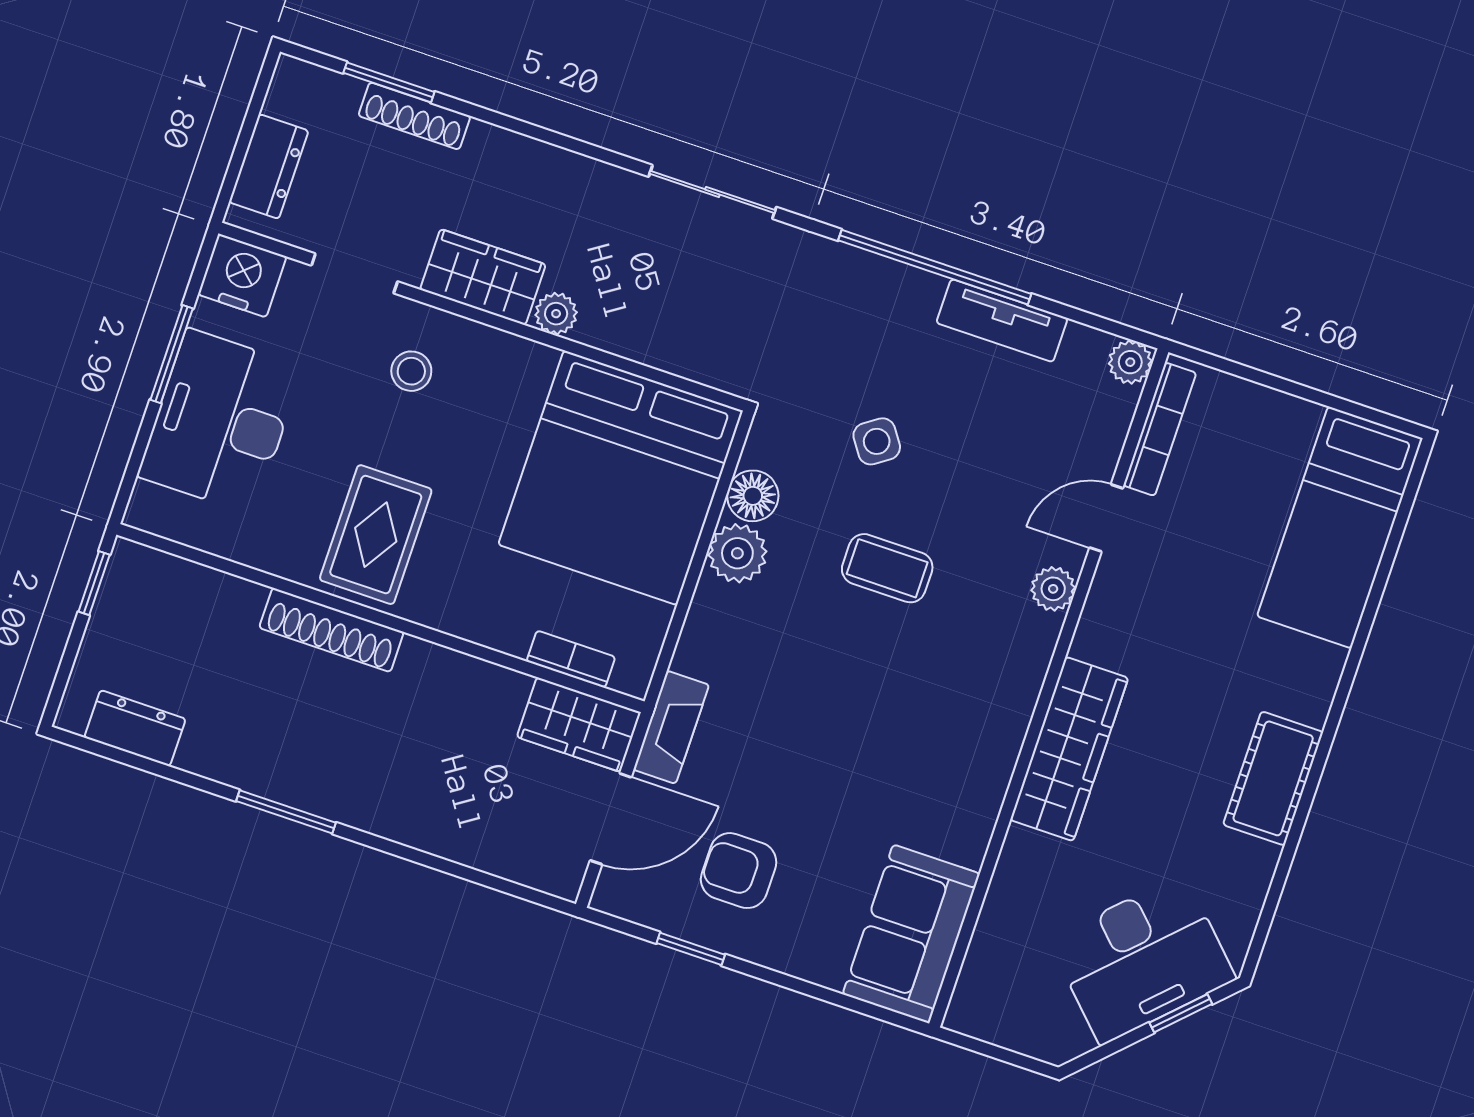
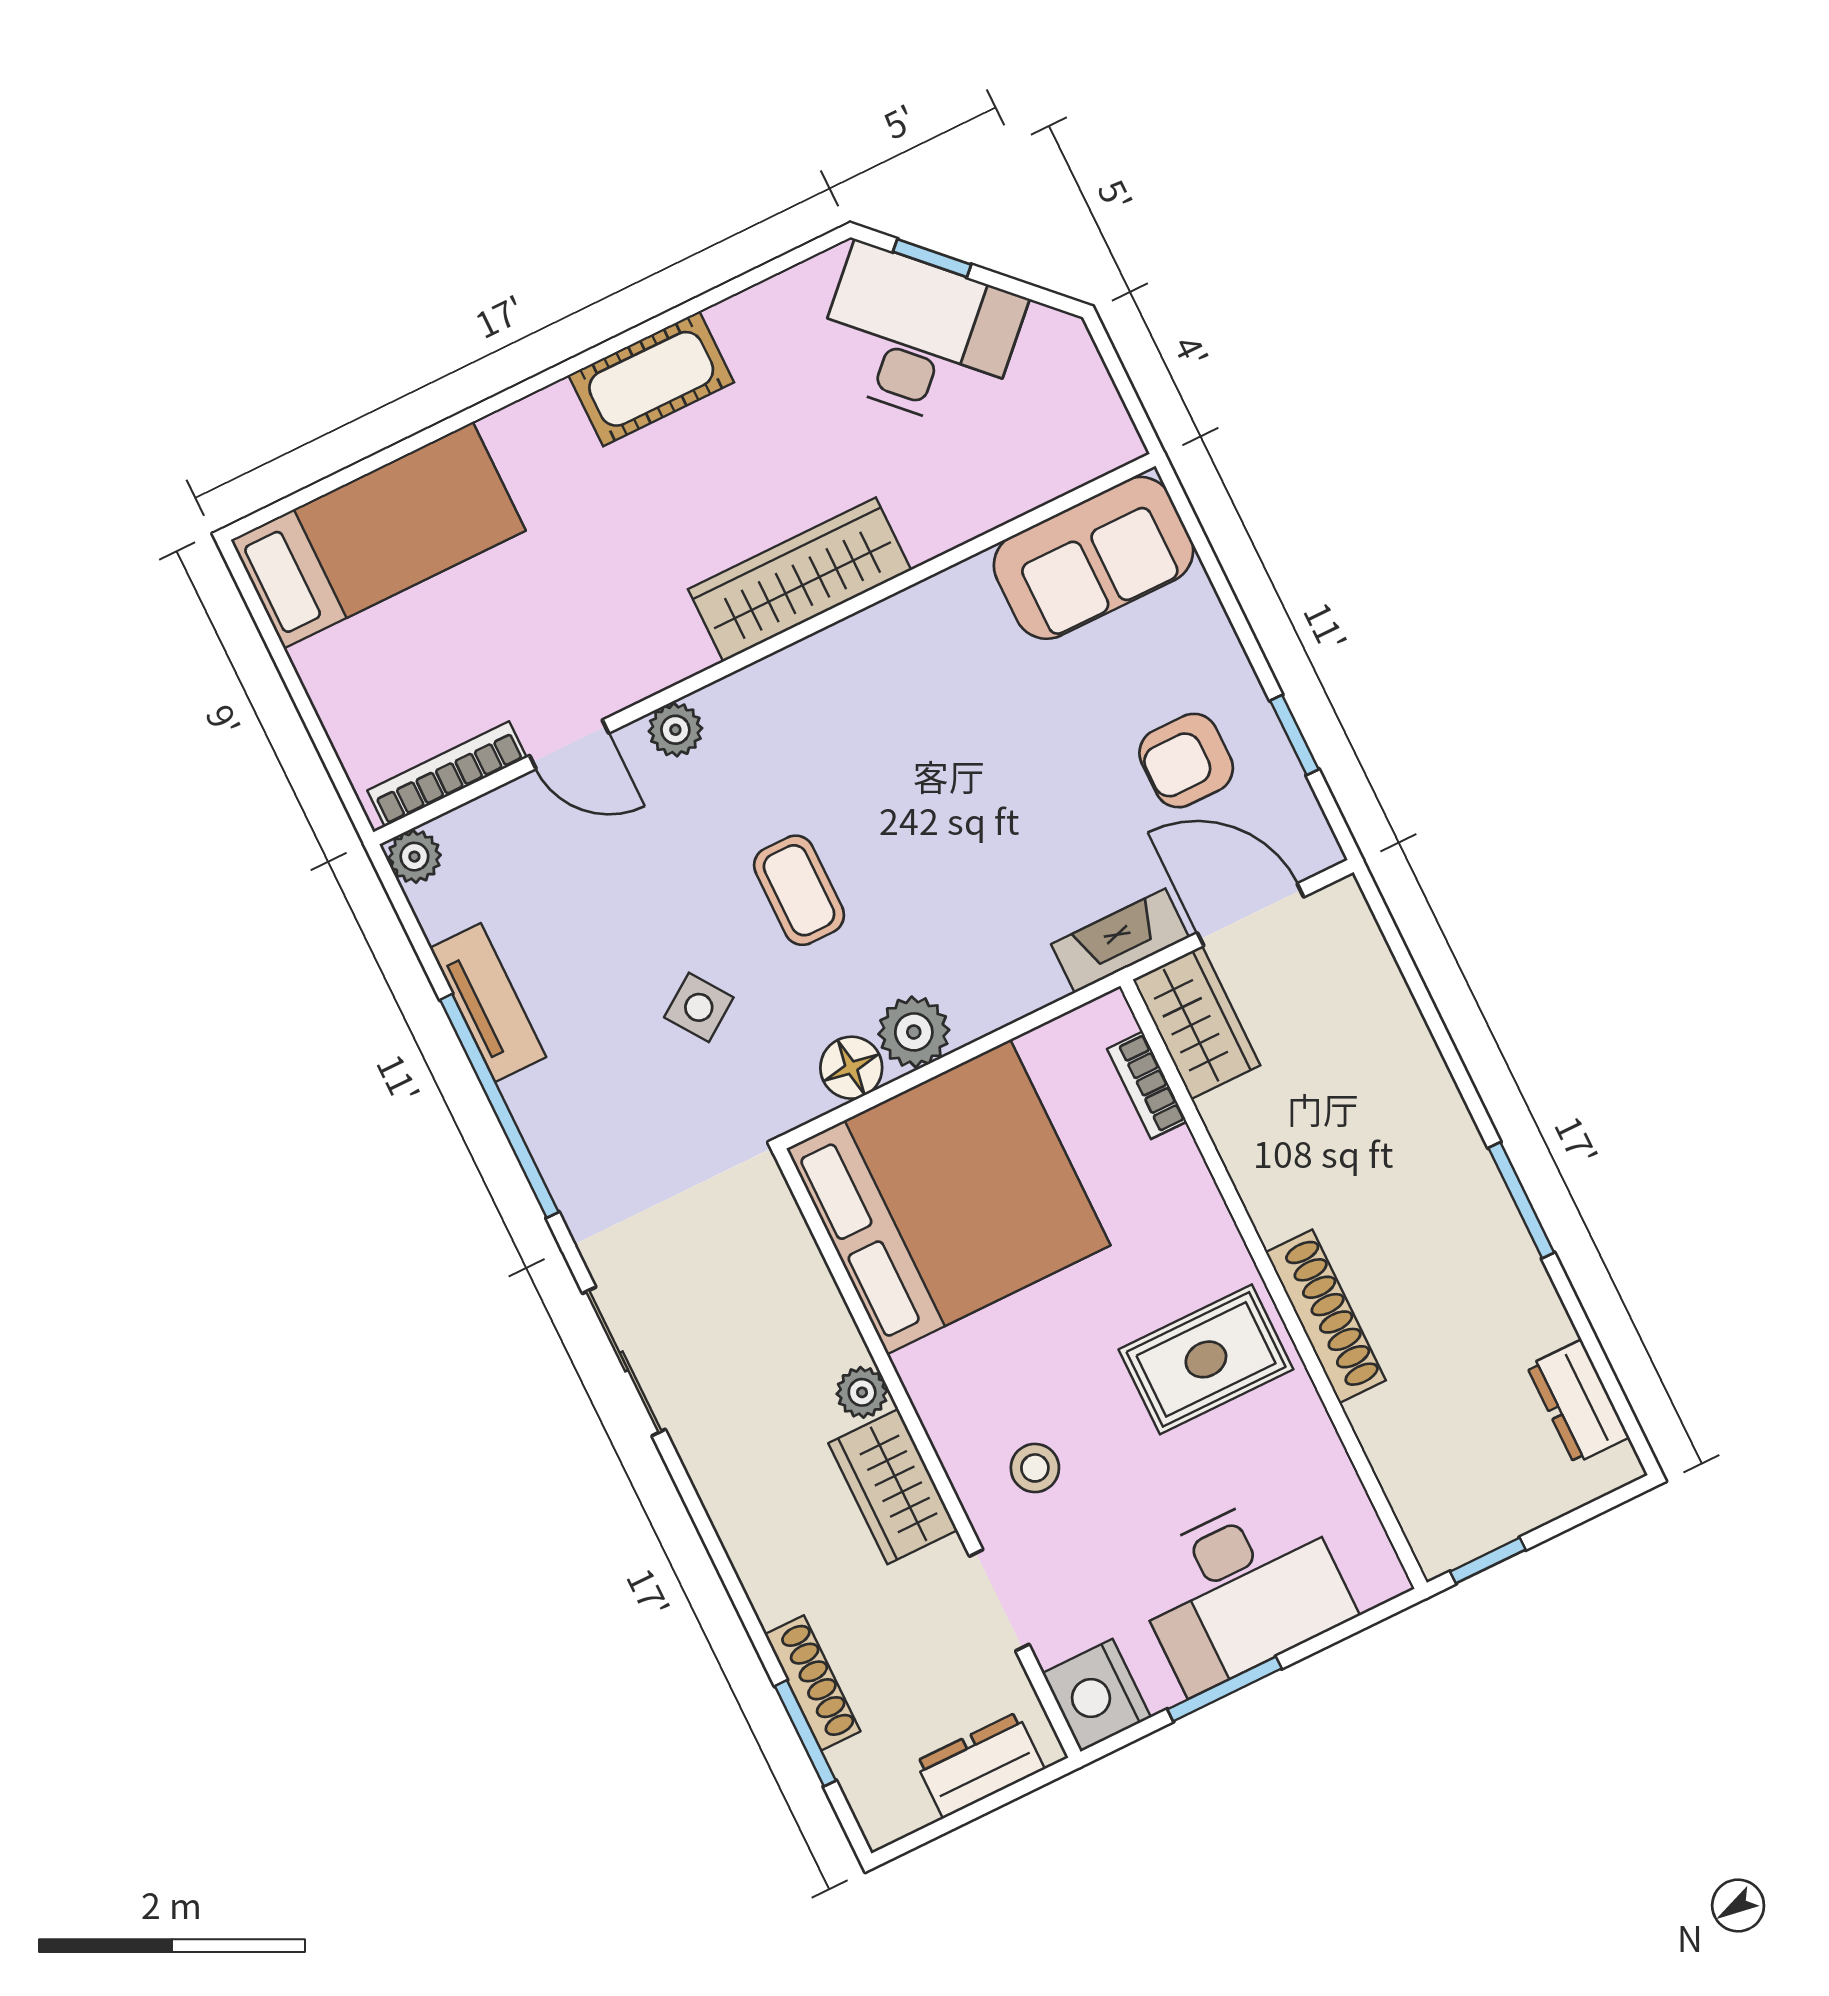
armchair: (739, 871) -> (1186, 761), turned 90

